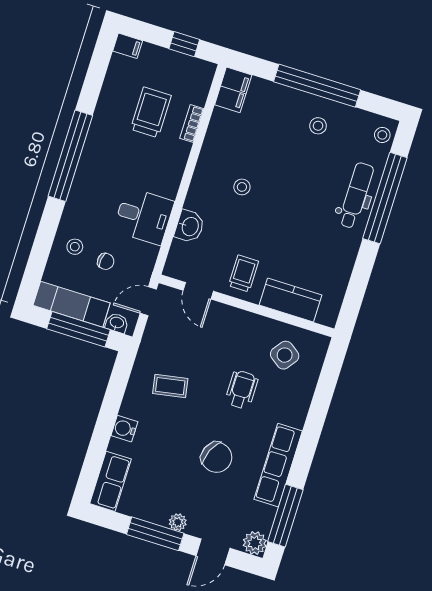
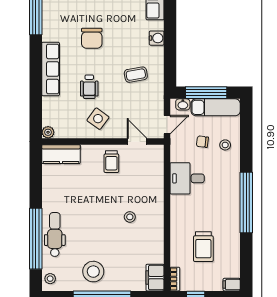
bookcase: (192, 123) -> (175, 279), moved
stool: (318, 126) -> (93, 272), width x1.89, depth x1.89
dental chair: (356, 195) -> (55, 235), turned 180
washbasin: (190, 226) -> (156, 181), removed
kitchen counter: (291, 300) -> (61, 154), moved
plant: (320, 343) -> (48, 132), added
side table: (285, 355) -> (98, 119), moved
chair: (216, 457) -> (92, 38), turned -114
row of seats: (278, 465) -> (51, 69), moved

